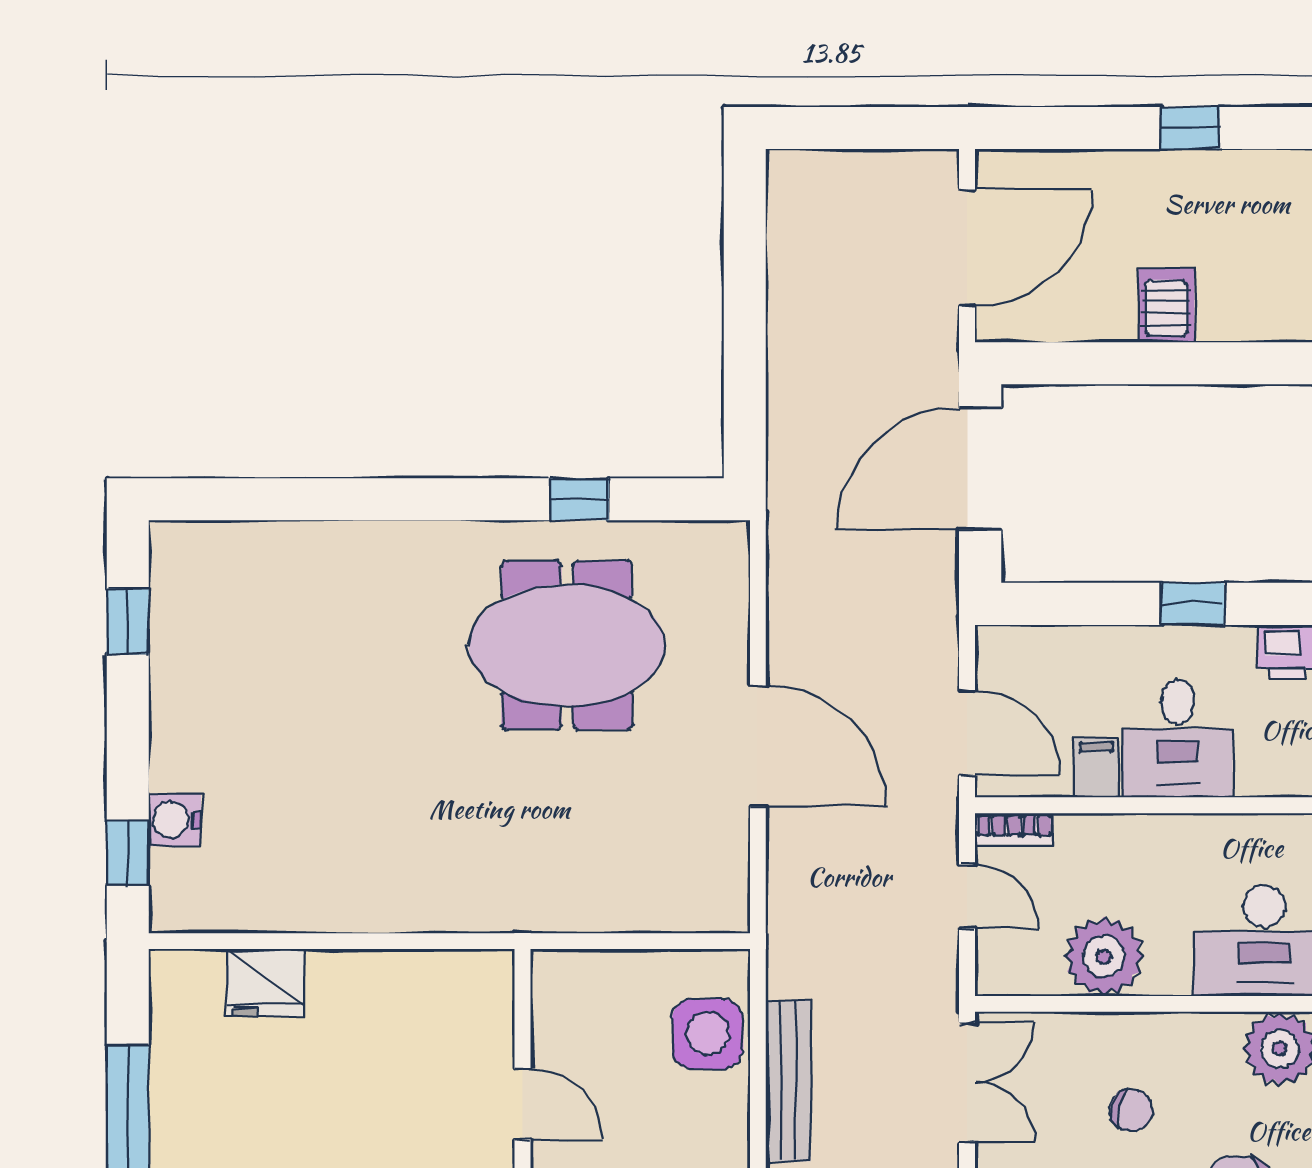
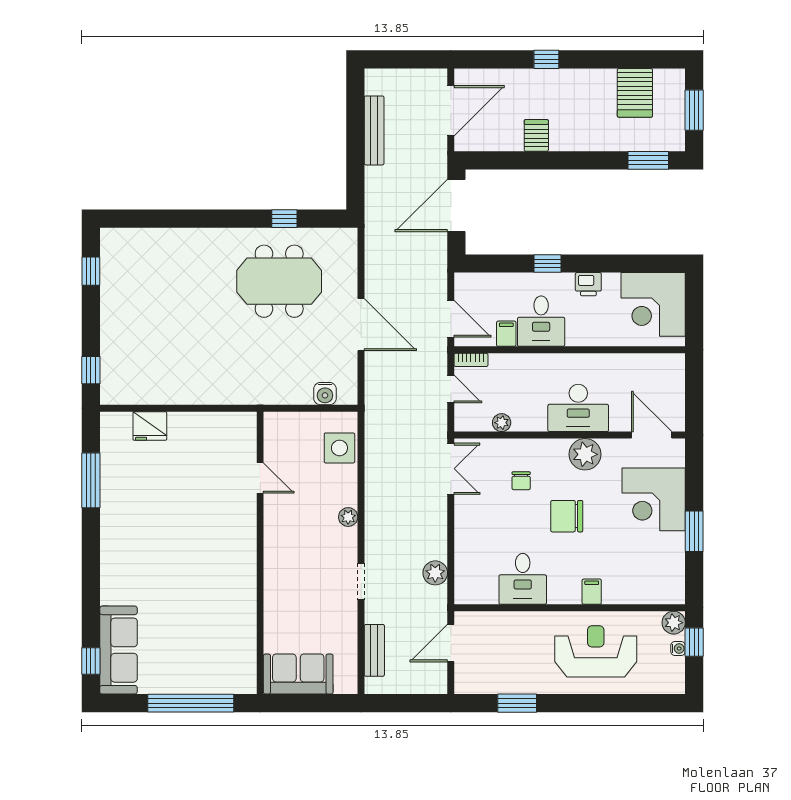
water cooler: (175, 820) -> (325, 394), moved, turned -90
plant: (1104, 956) -> (502, 423), width x0.53, depth x0.53
bench: (788, 1081) -> (374, 130), moved
chair: (1131, 1110) -> (521, 481), turned 74

